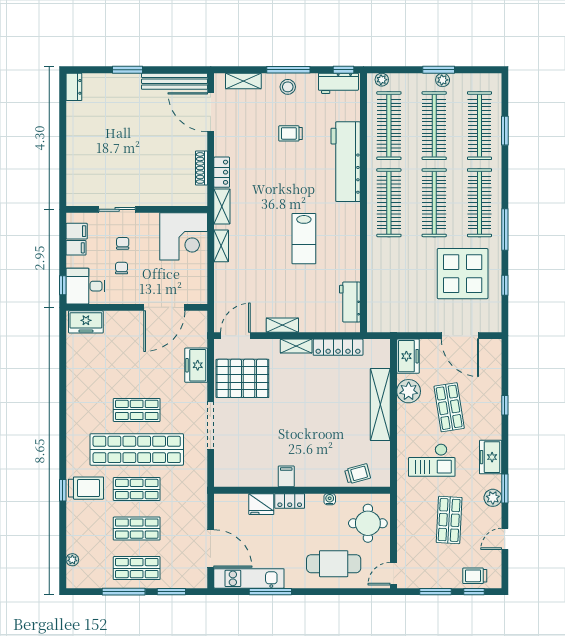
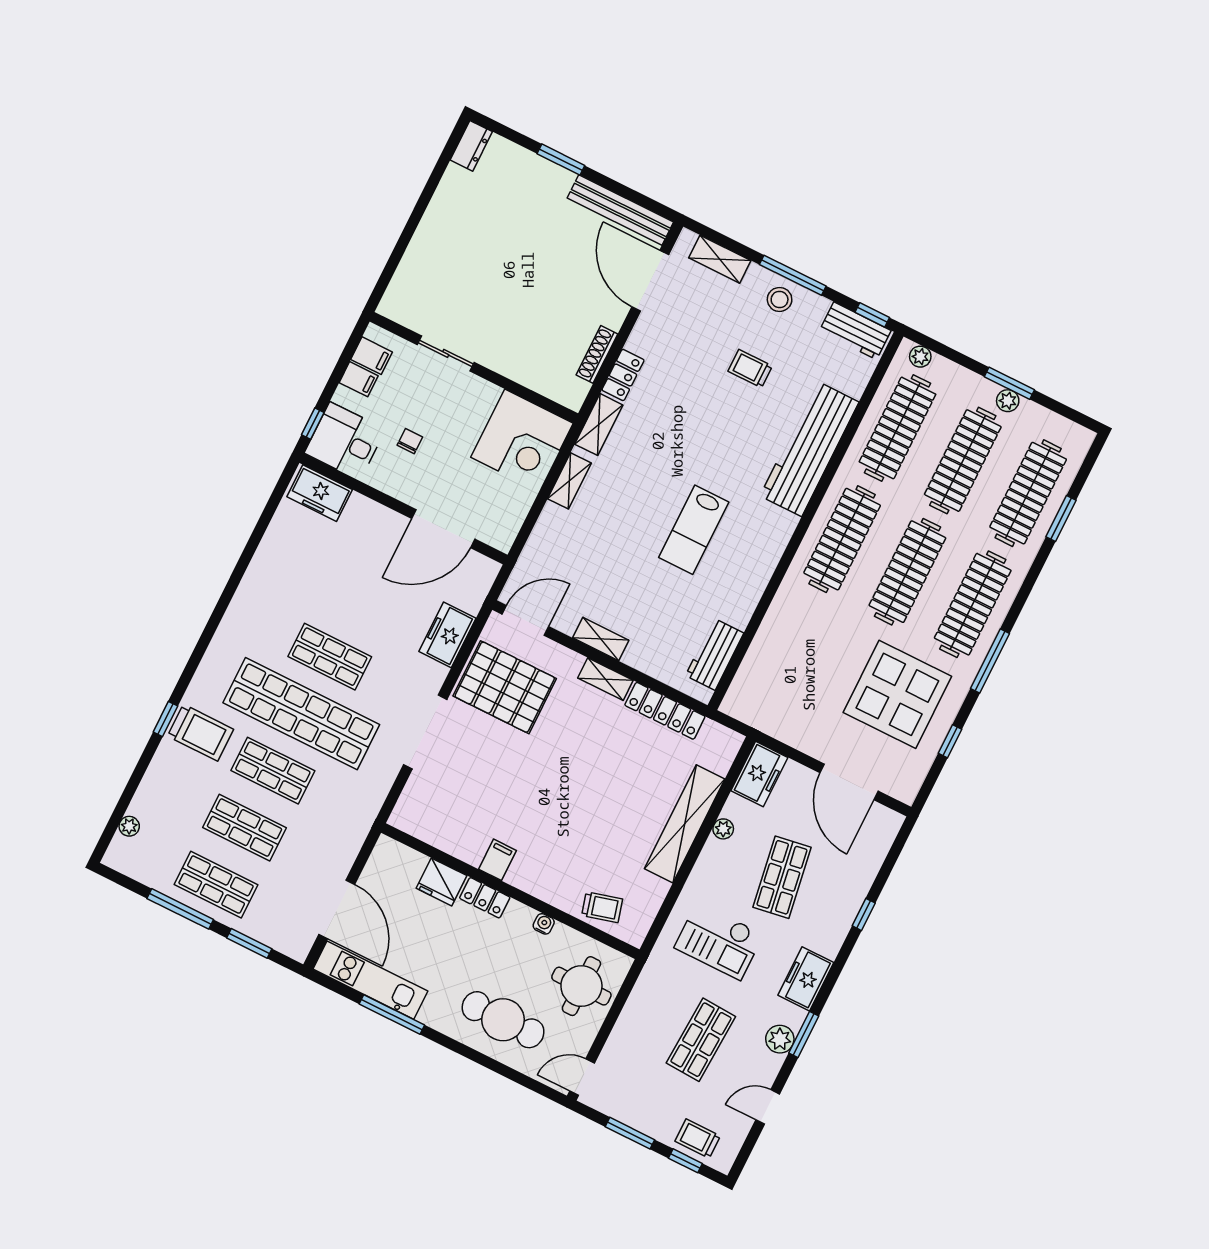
chair: (123, 243) -> (429, 406), removed
plant: (409, 391) -> (723, 829), width x0.53, depth x0.53

